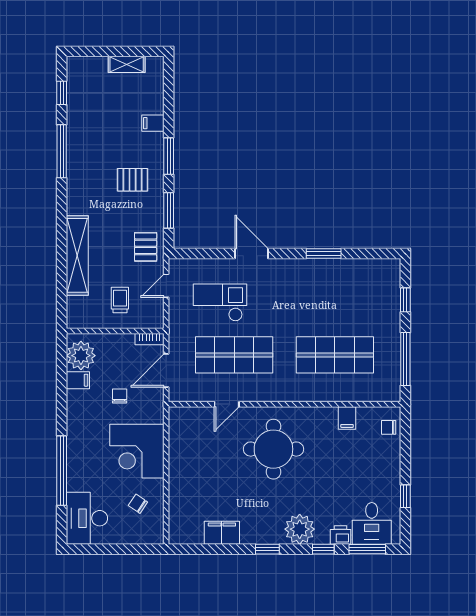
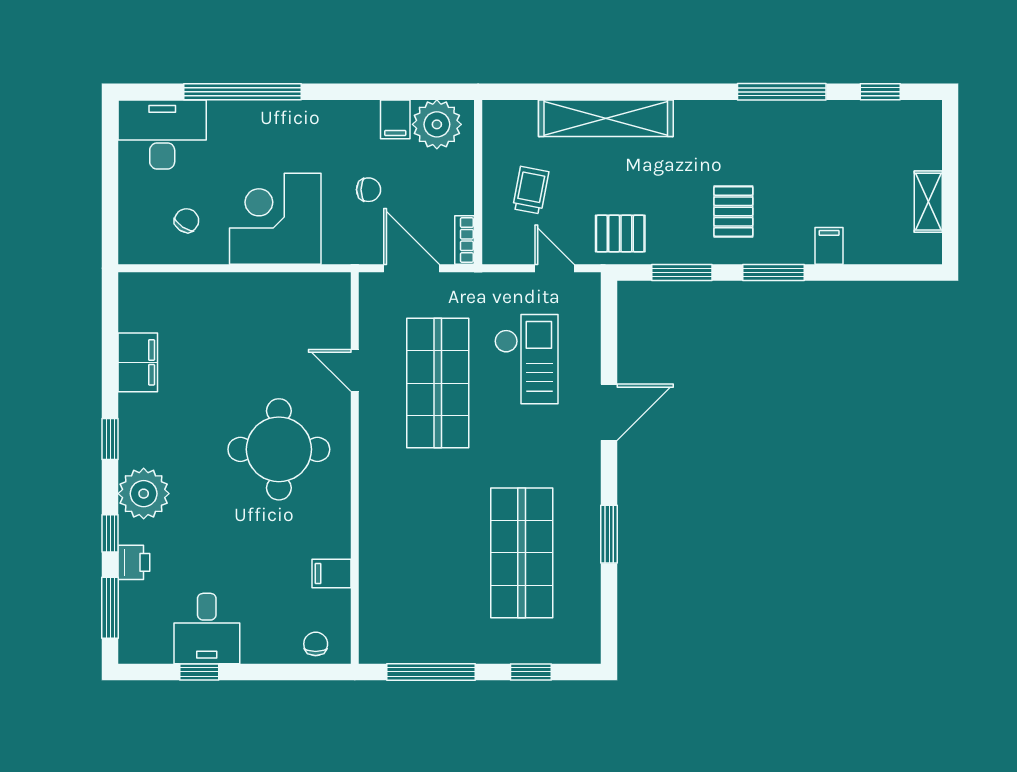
trolley: (120, 300) -> (531, 190), turned -79
shop shelf: (335, 355) -> (522, 553), moved
desk: (372, 523) -> (207, 629), moved, turned -90

